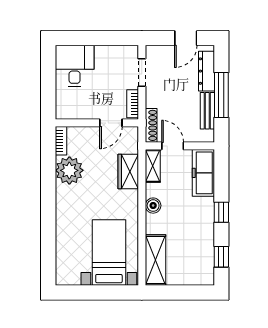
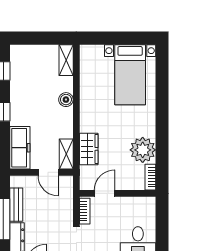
shoe rack: (151, 125) -> (68, 191), removed
boiler: (153, 206) -> (66, 100), moved
bed with nightstands: (109, 253) -> (130, 75), moved
shelving: (156, 260) -> (66, 60), width x0.67, depth x0.75

